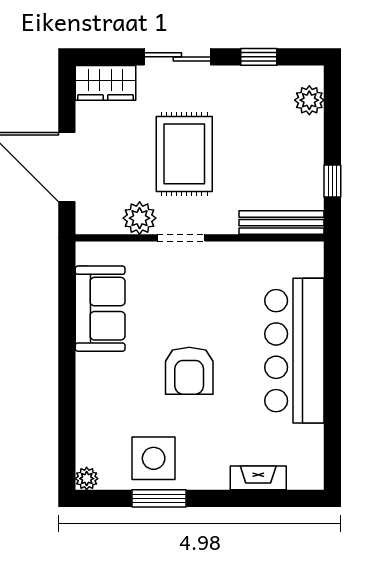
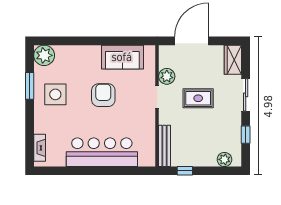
rug: (184, 154) -> (198, 98), width x0.73, depth x0.70
armchair: (189, 371) -> (103, 95), moved, turned 90
side table: (154, 458) -> (55, 94), moved
fireplace: (258, 478) -> (40, 148), moved
plant: (87, 479) -> (44, 55), width x1.87, depth x1.87

